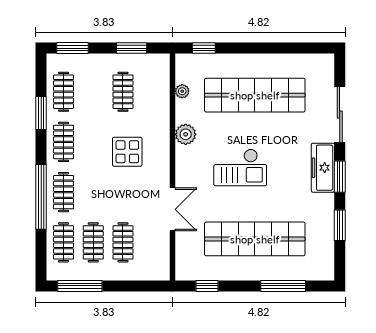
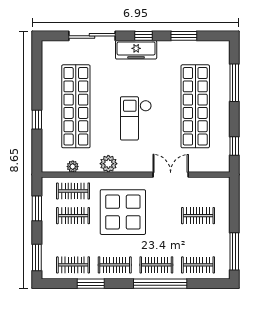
window: (204, 48) -> (37, 120), moved
display table: (127, 152) -> (123, 212), width x1.86, depth x1.86
checkout: (240, 167) -> (136, 118), turned 180
window: (340, 177) -> (143, 36), width x0.67
clothes rail: (93, 242) -> (73, 191), moved

